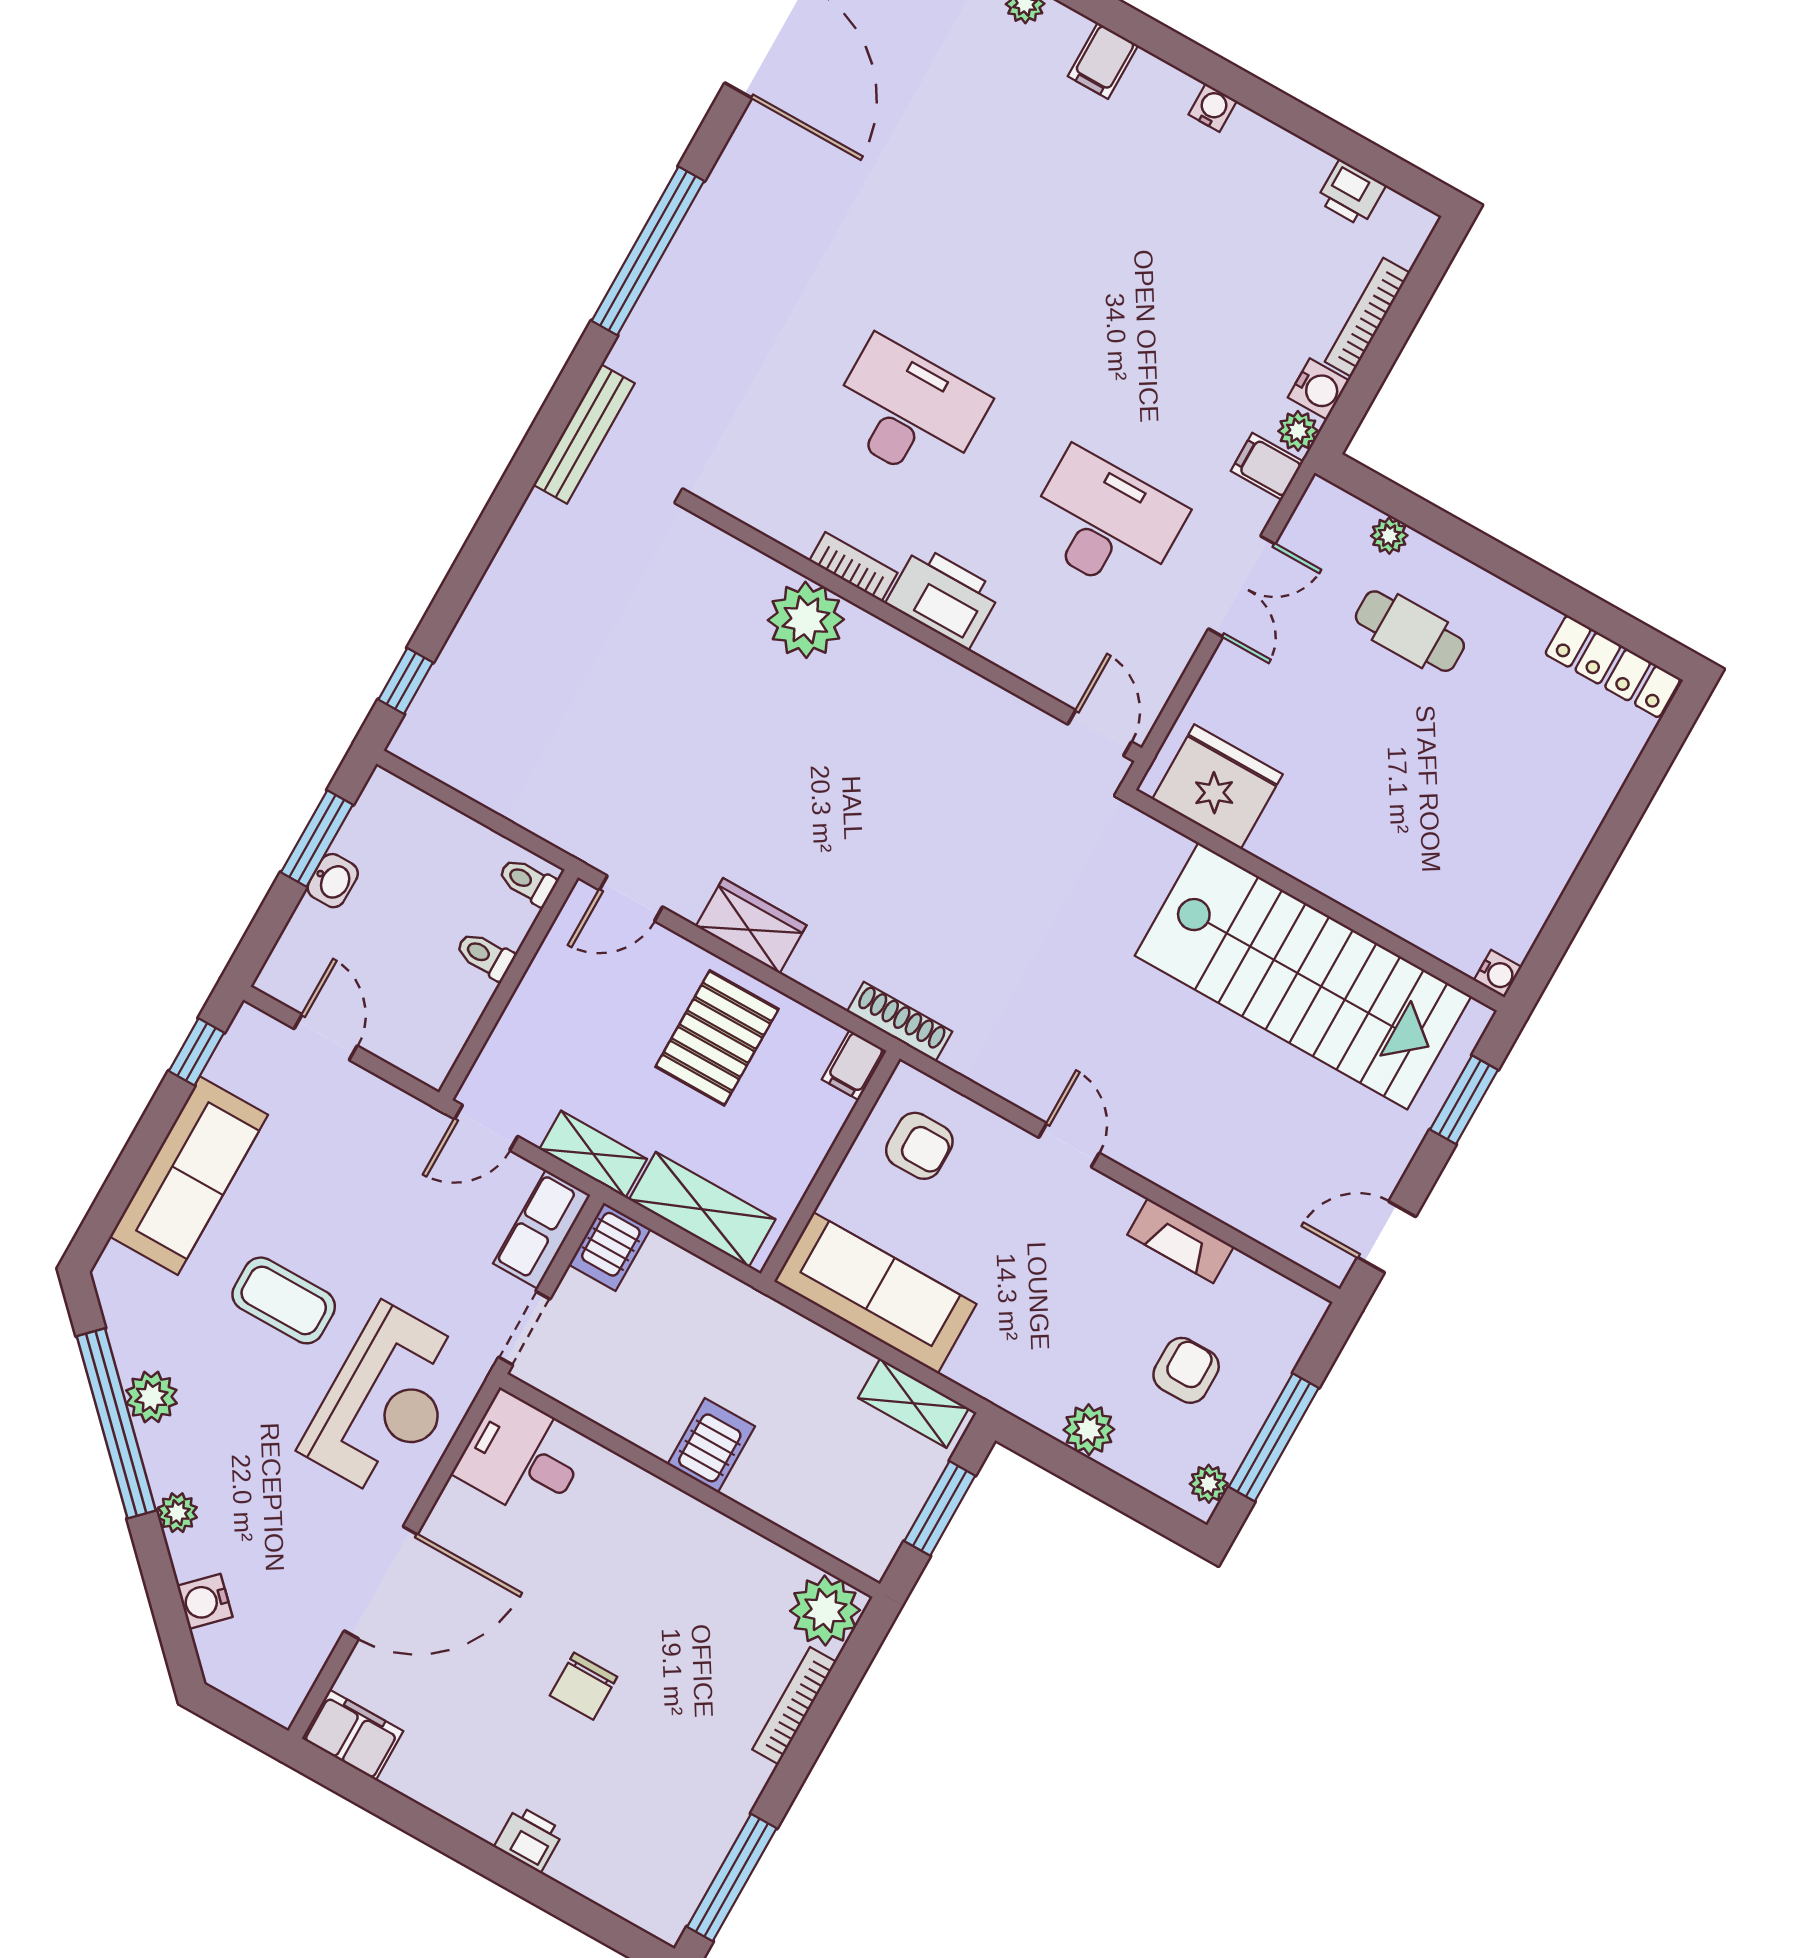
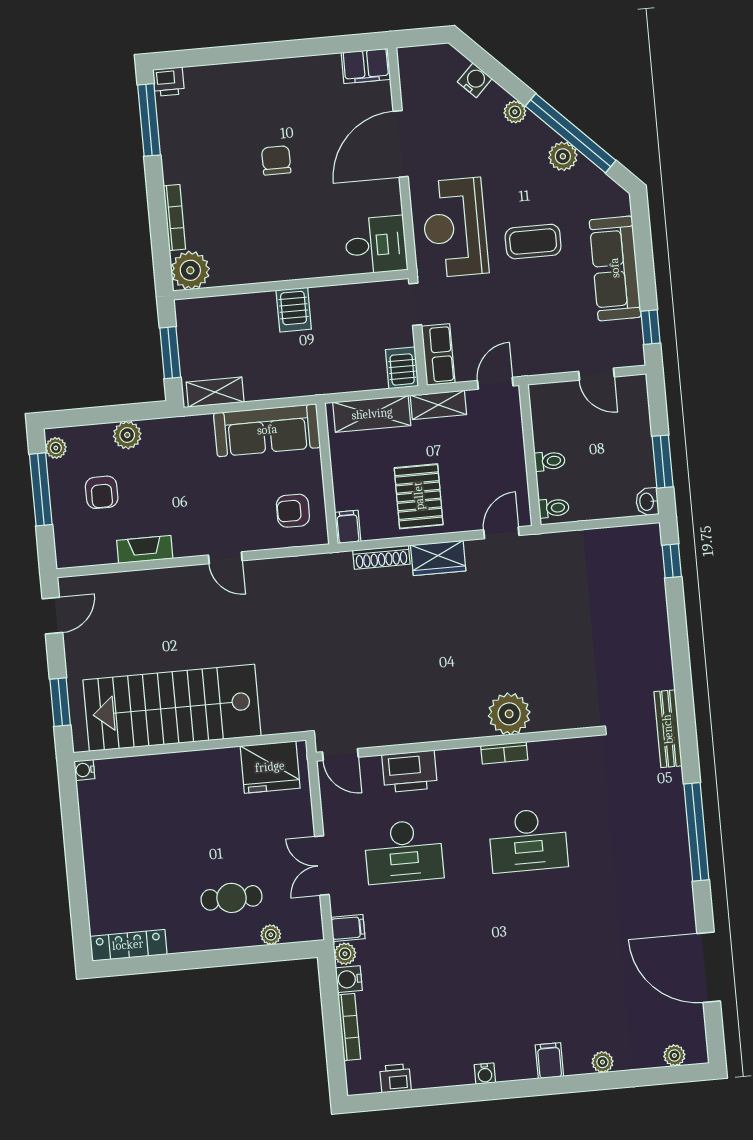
printer: (944, 597) -> (410, 771), moved
washbasin: (333, 881) -> (647, 502), moved
shoe rack: (900, 1021) -> (381, 557), moved
printer: (529, 1839) -> (169, 82), moved

